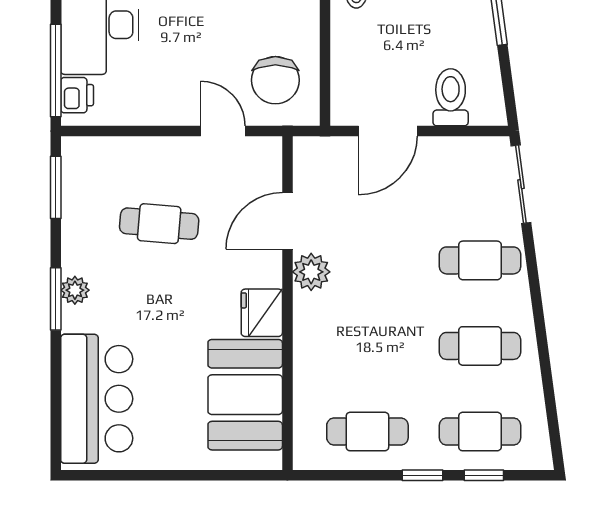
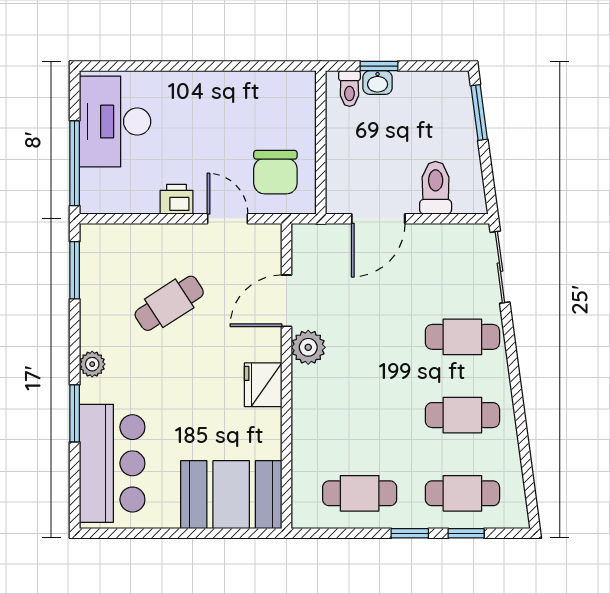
printer: (77, 95) -> (176, 199), moved, turned -90
cafe table: (159, 224) -> (169, 303), turned -38
window: (56, 299) -> (75, 413), moved
booth: (245, 395) -> (231, 495), moved, turned 90

